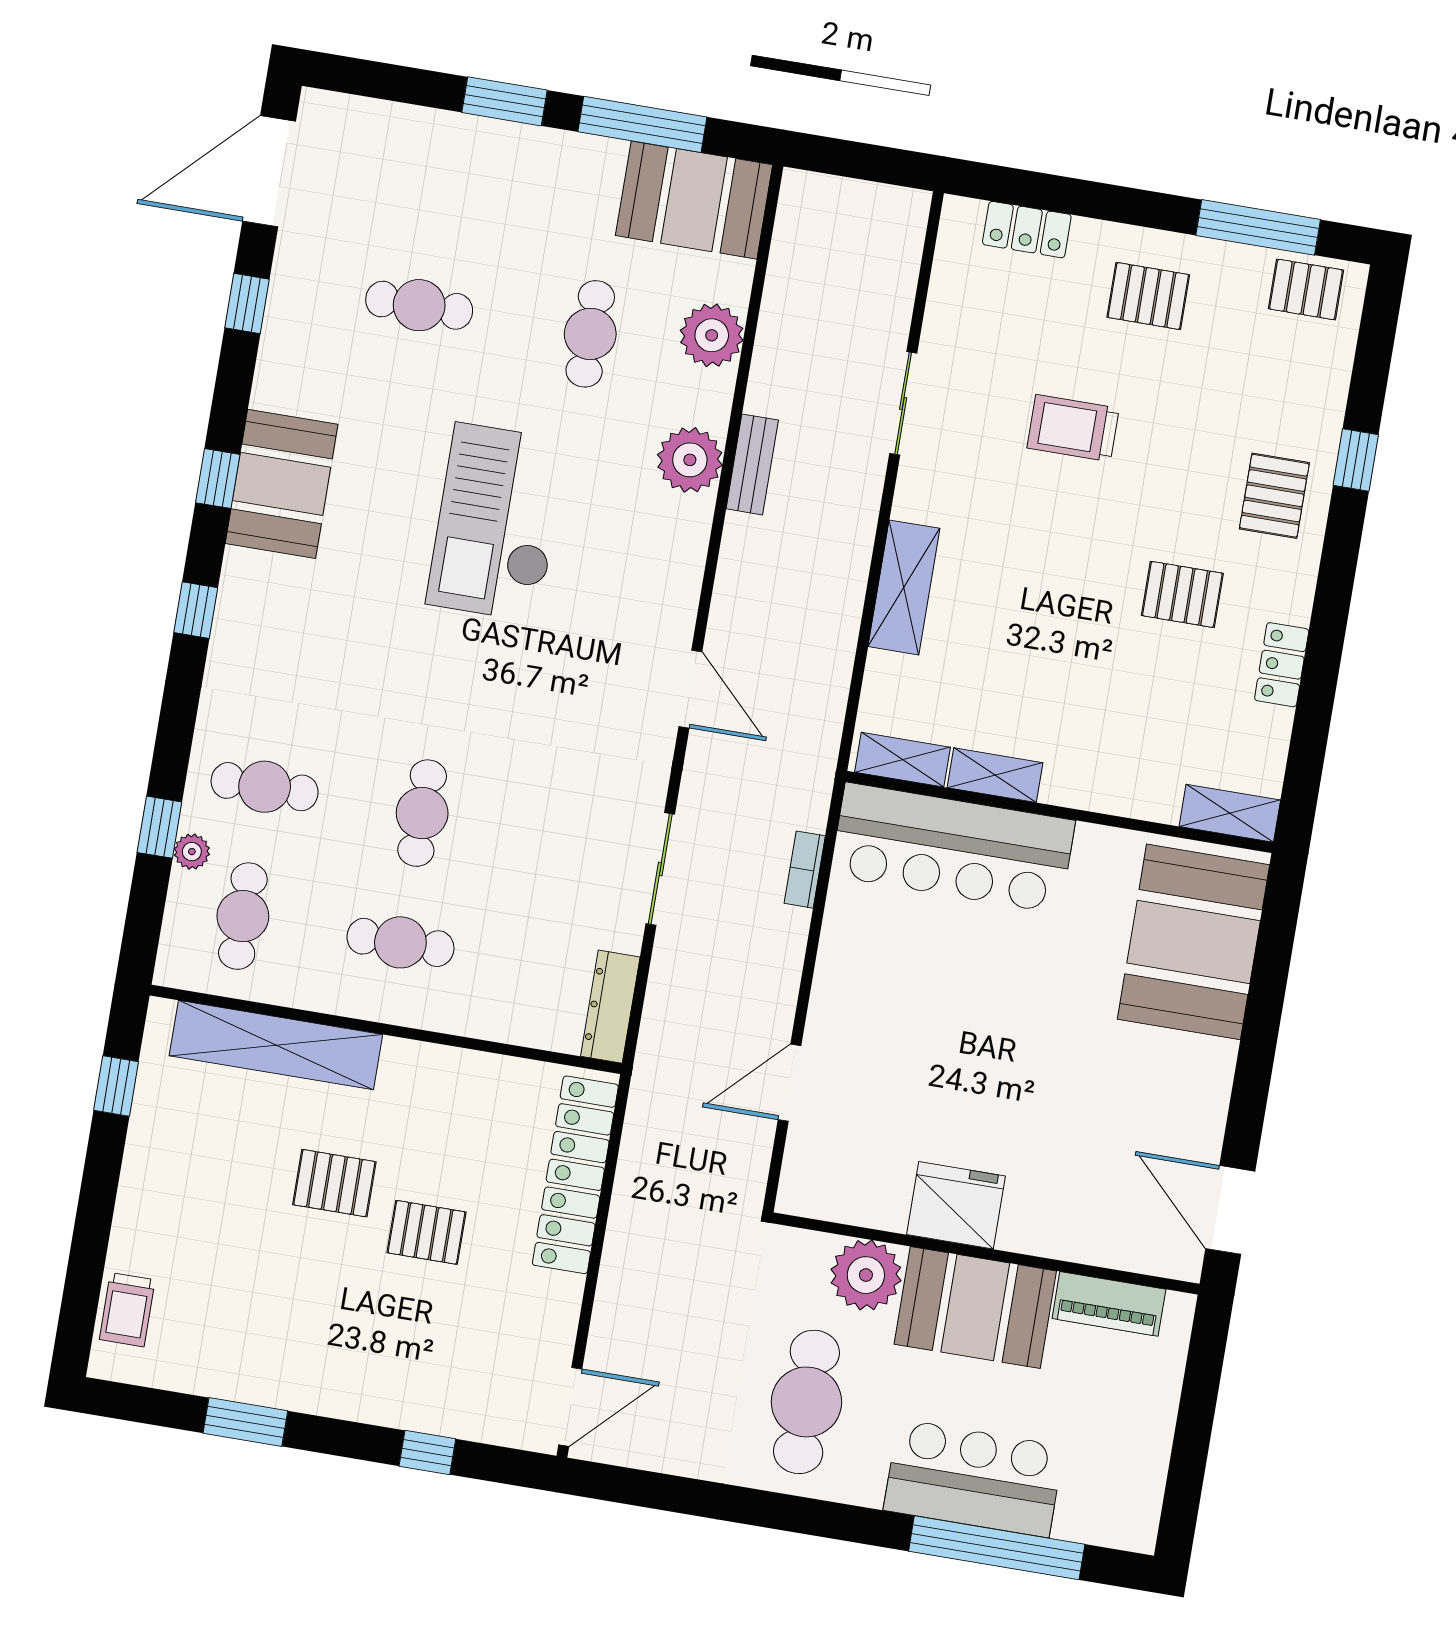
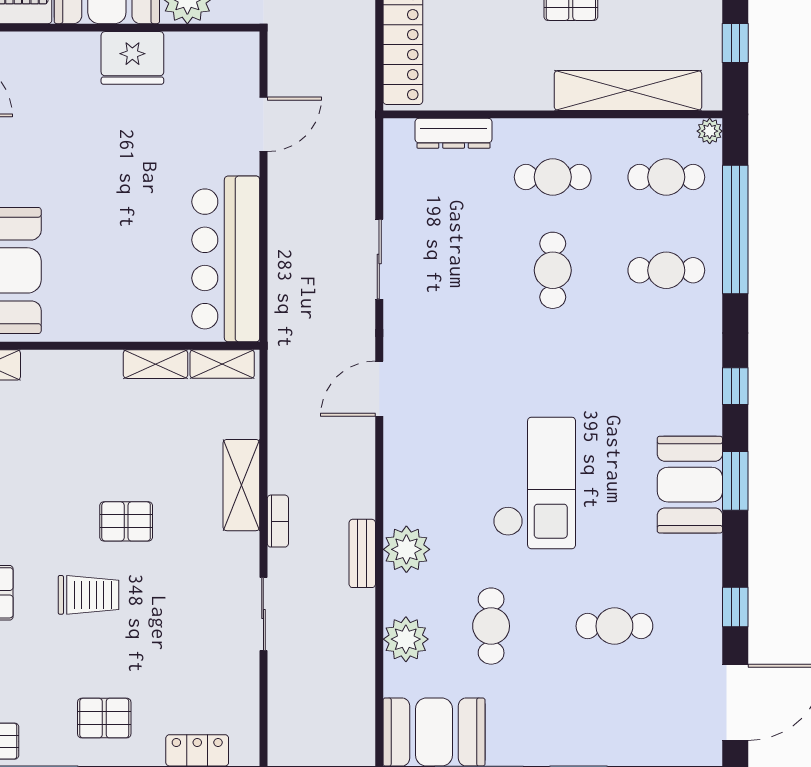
trolley: (1073, 428) -> (89, 595), moved
window: (218, 479) -> (735, 481), width x1.50
pallet: (1182, 594) -> (126, 521), moved
door: (690, 689) -> (379, 389), hinge flipped
window: (159, 827) -> (735, 230), width x3.17
bar counter: (953, 848) -> (226, 259), moved, turned -90
plant: (192, 852) -> (710, 131), moved
bookcase: (805, 870) -> (278, 521), moved
cafe table: (243, 916) -> (666, 177), turned 90
dresser: (610, 1007) -> (454, 133), moved, turned 90

